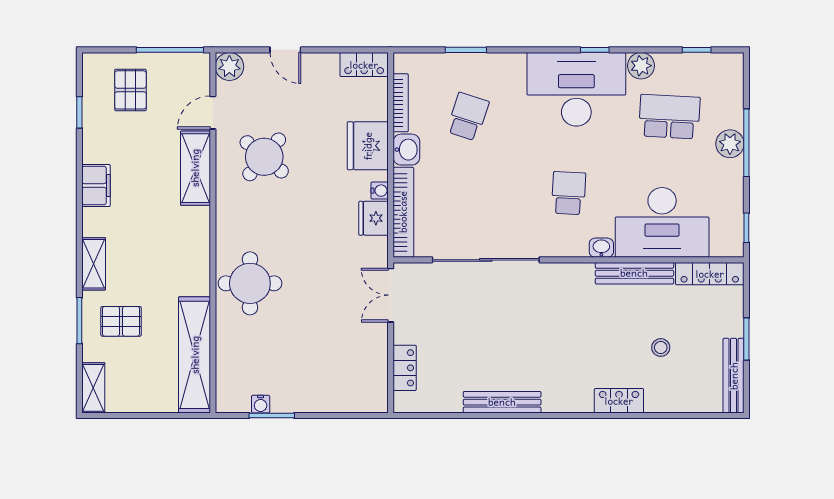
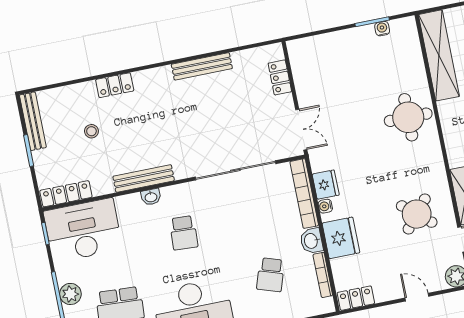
desk: (662, 222) -> (83, 230), moved
bench: (634, 273) -> (144, 178), moved

